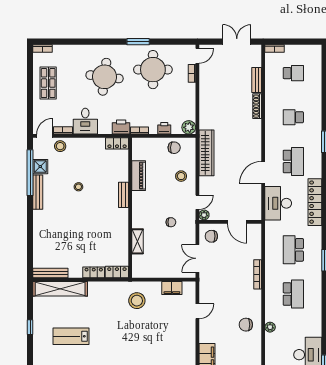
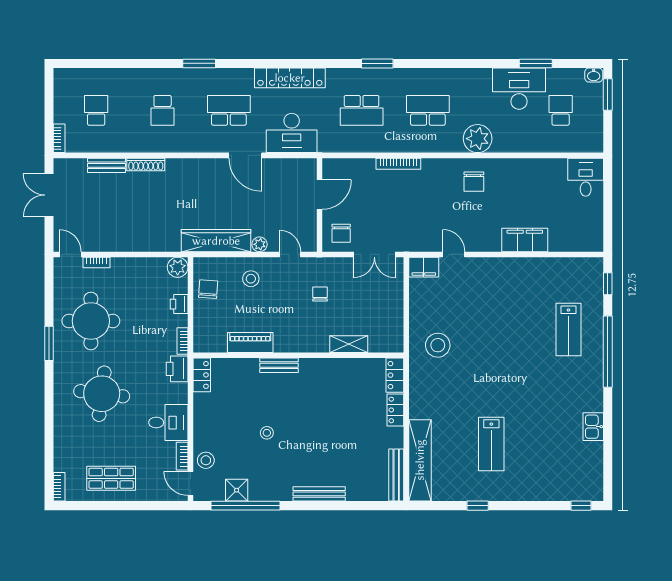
bench: (38, 192) -> (319, 494), moved
plant: (204, 215) -> (260, 244), moved
filing cabinet: (172, 288) -> (424, 267), moved, turned 90
plant: (270, 327) -> (478, 139), width x1.88, depth x1.88

